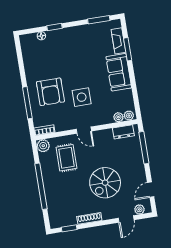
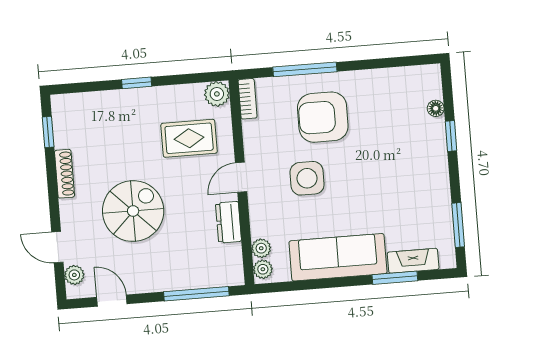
sofa: (119, 72) -> (338, 257), width x1.36
dresser: (123, 132) -> (228, 222), moved
spiral stairs: (105, 183) -> (133, 211), turned 90
window: (41, 186) -> (137, 83), width x0.32

